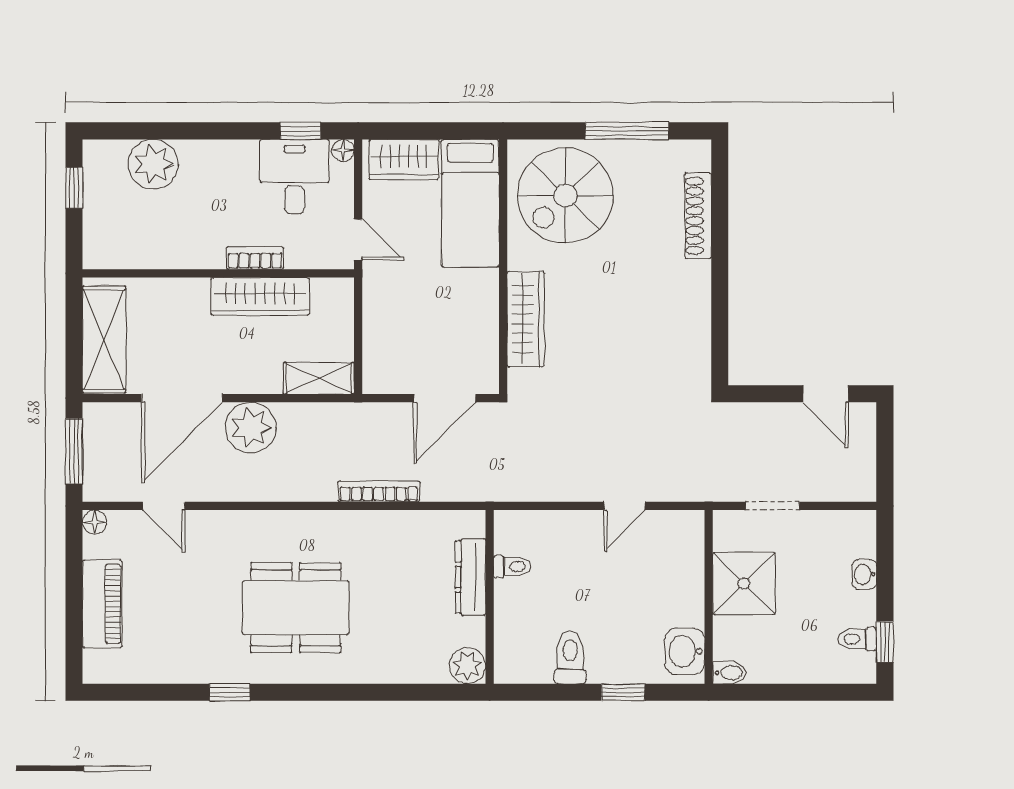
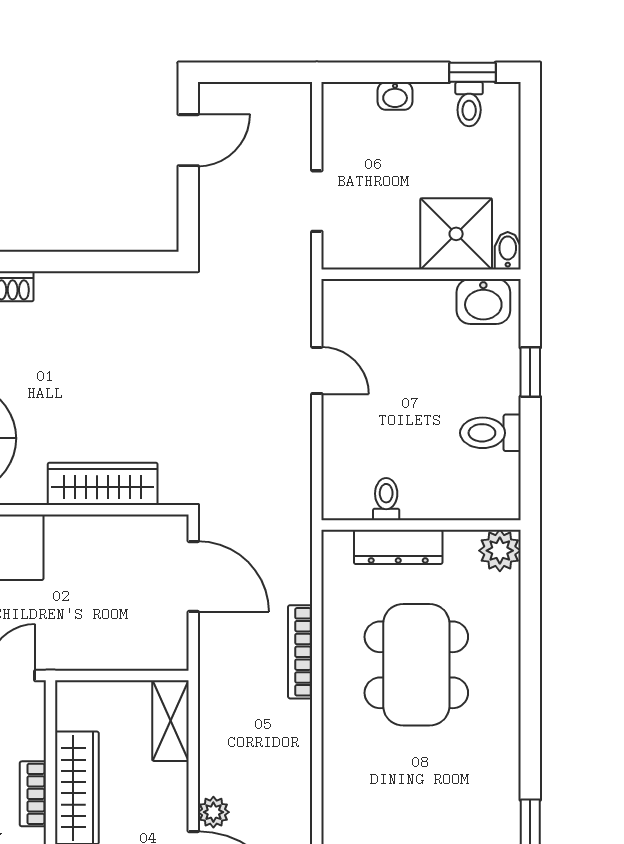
plant: (251, 428) -> (213, 812), width x0.53, depth x0.53
shower: (744, 583) -> (456, 234), moved
dining table: (296, 608) -> (416, 665), moved

